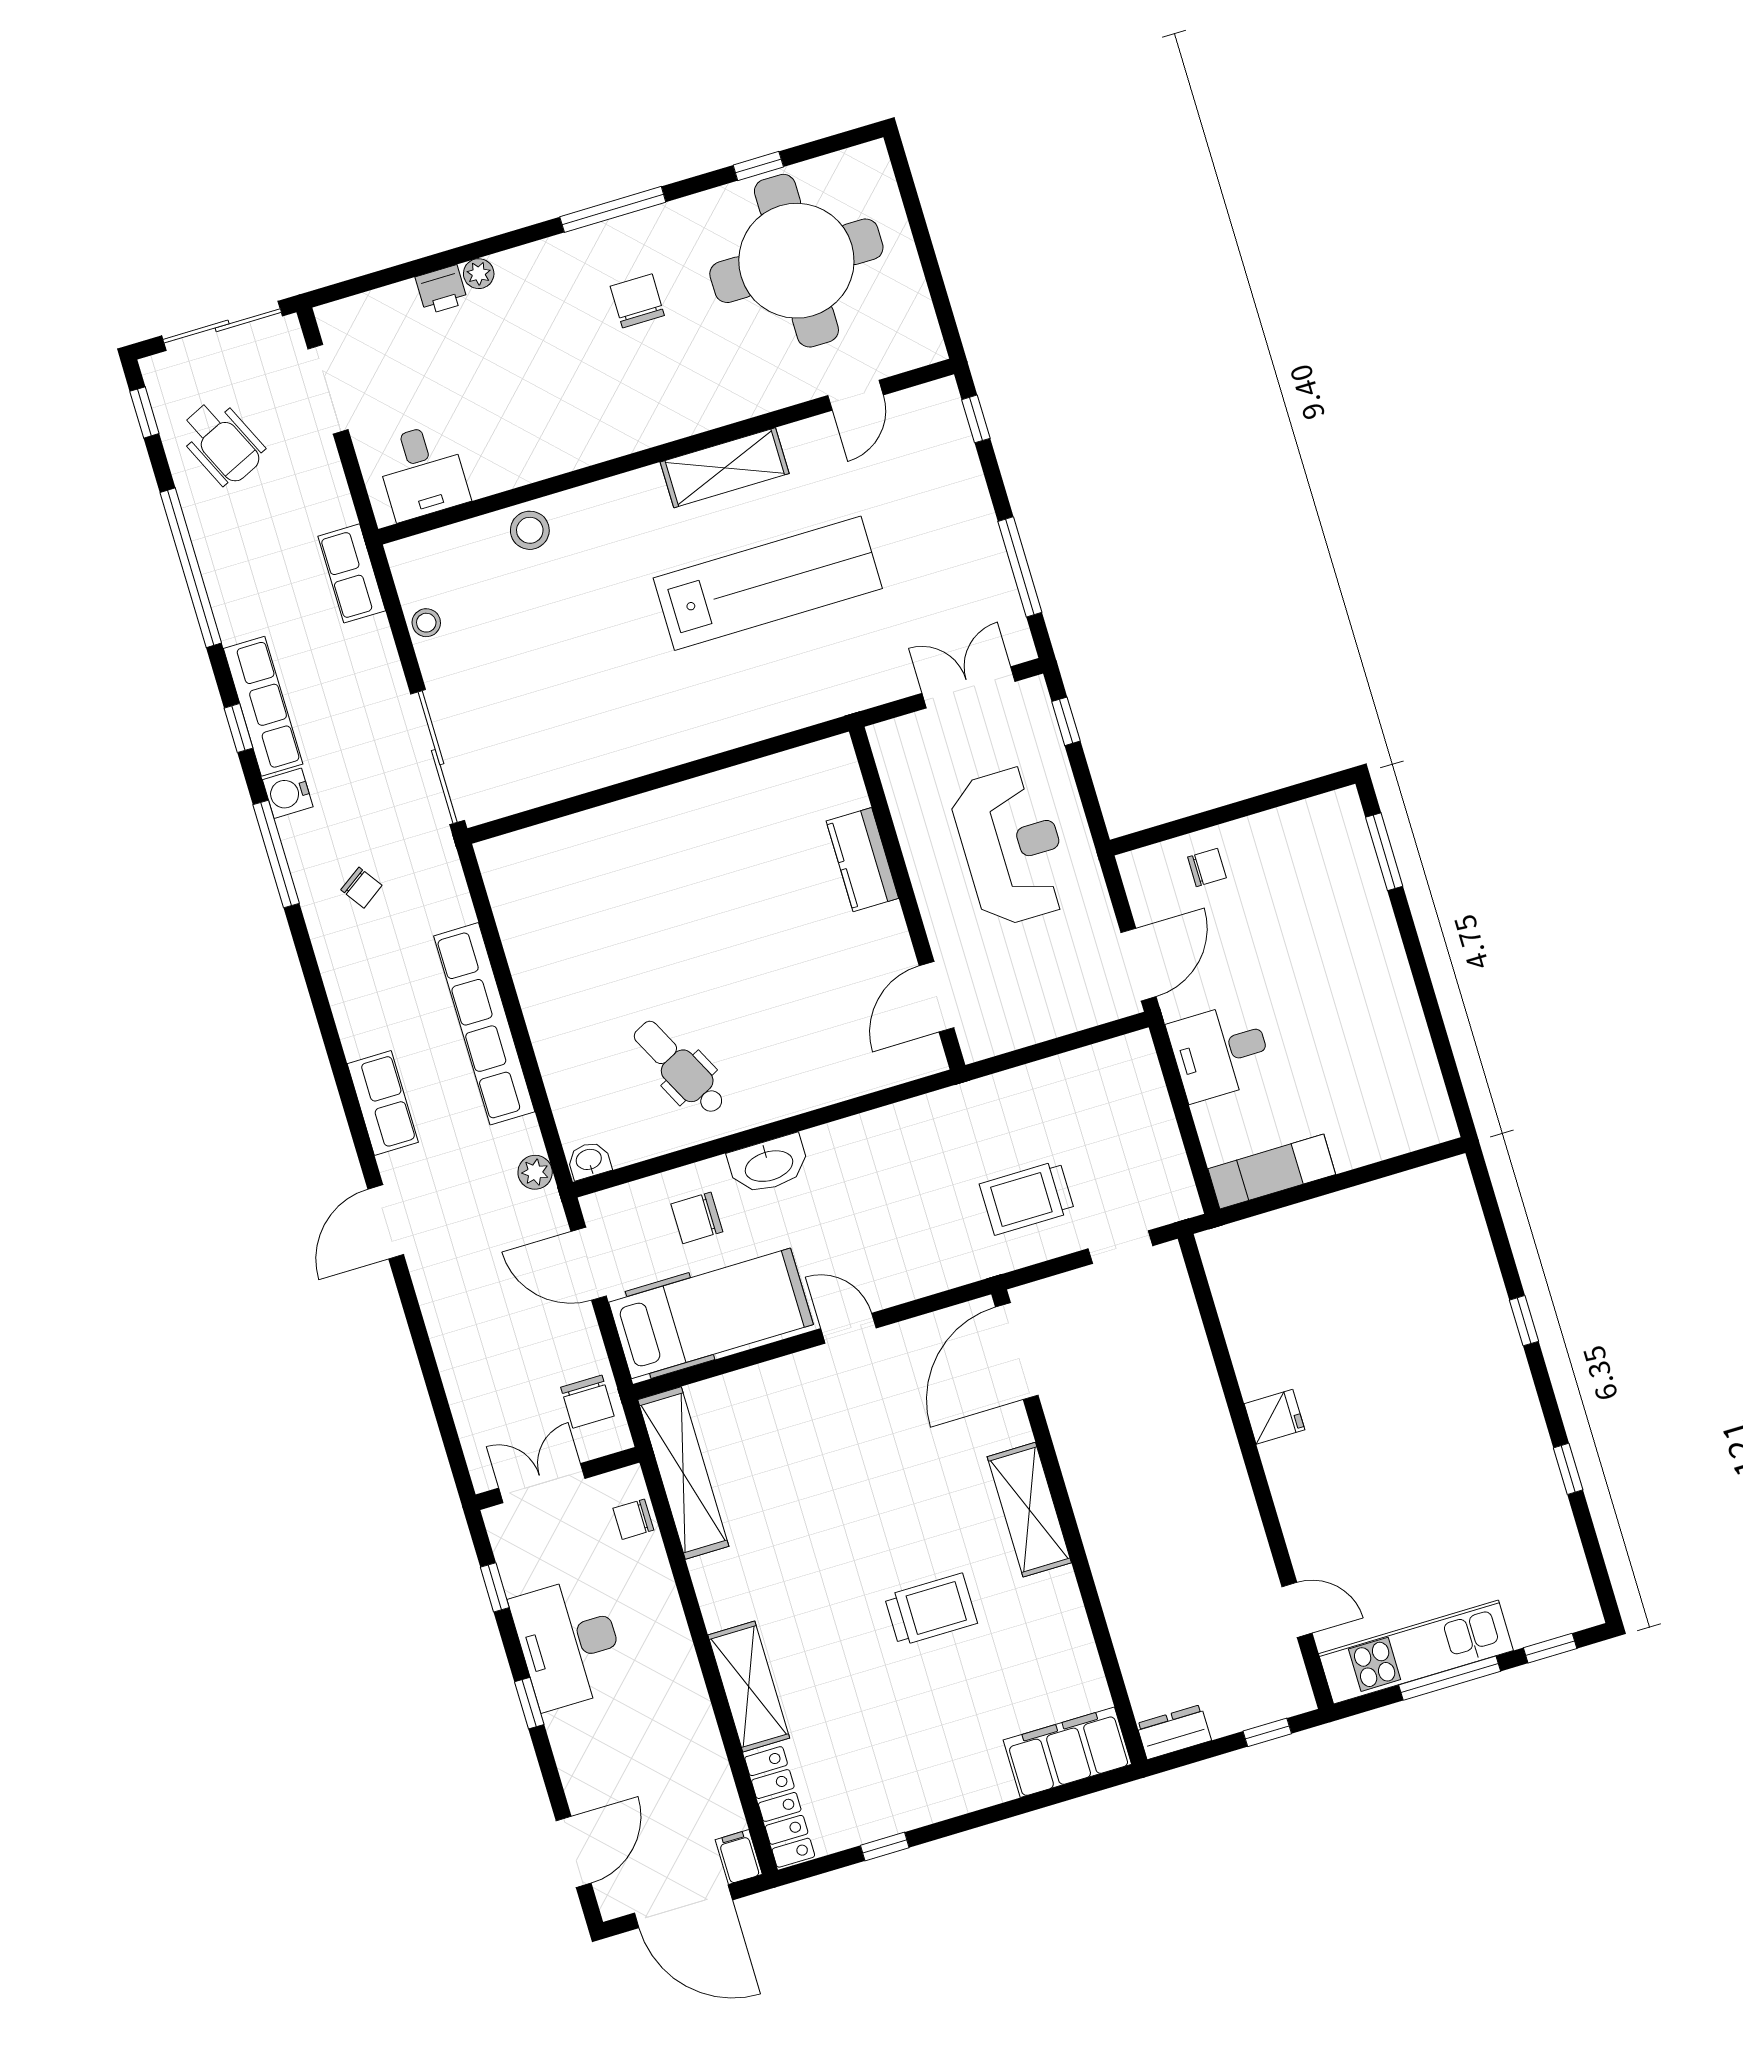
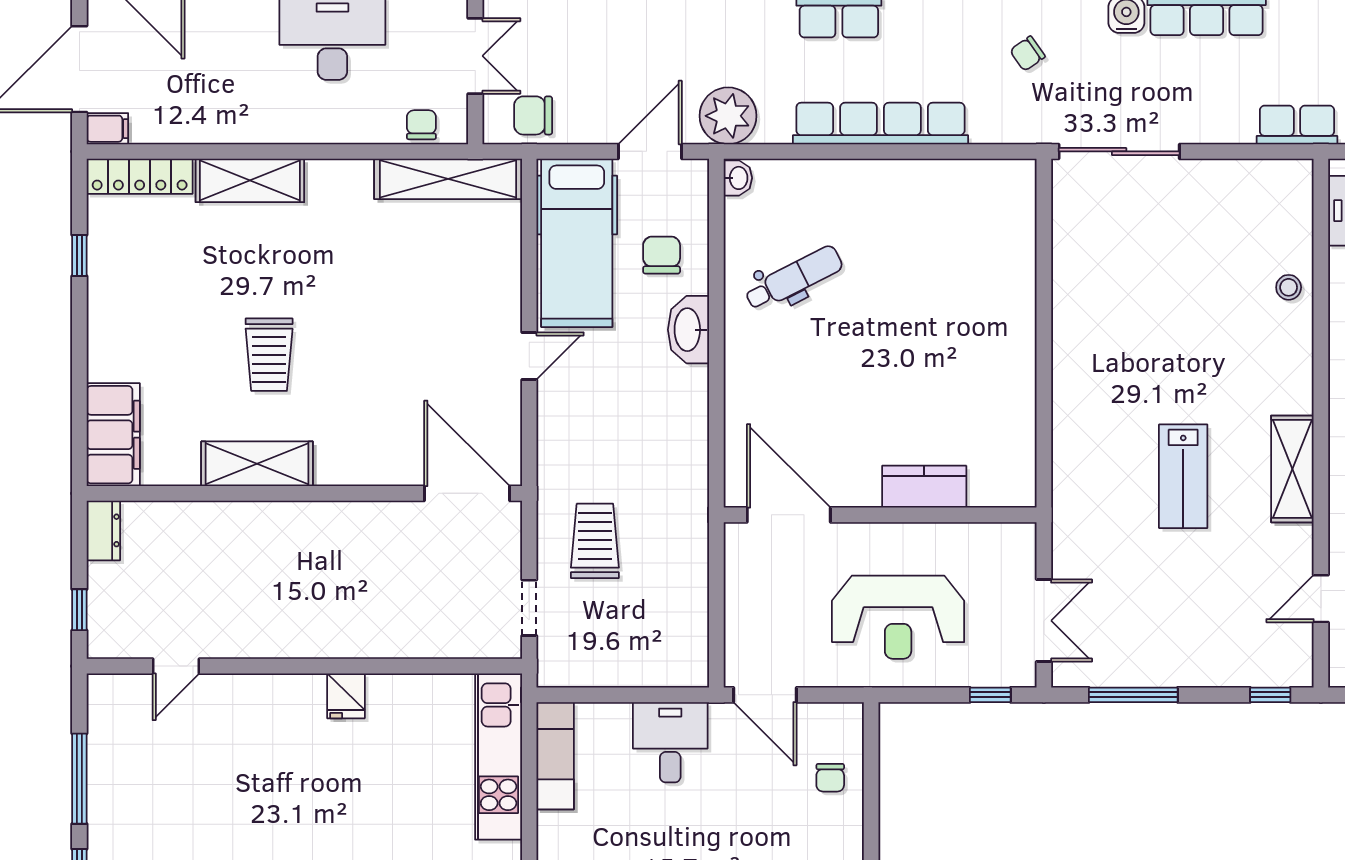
door: (856, 395) -> (1321, 599), hinge flipped
stool: (530, 530) -> (1289, 287), width x0.73, depth x0.73
lab bench: (768, 583) -> (1183, 476), width x0.54, depth x0.72
stool: (426, 623) -> (1236, 176), removed
door: (937, 997) -> (789, 515), width x1.36
plant: (535, 1172) -> (728, 116), width x1.87, depth x1.87
shelving: (1029, 1510) -> (257, 464), moved
kitchen unit: (1416, 1652) -> (499, 757), moved, turned 180

